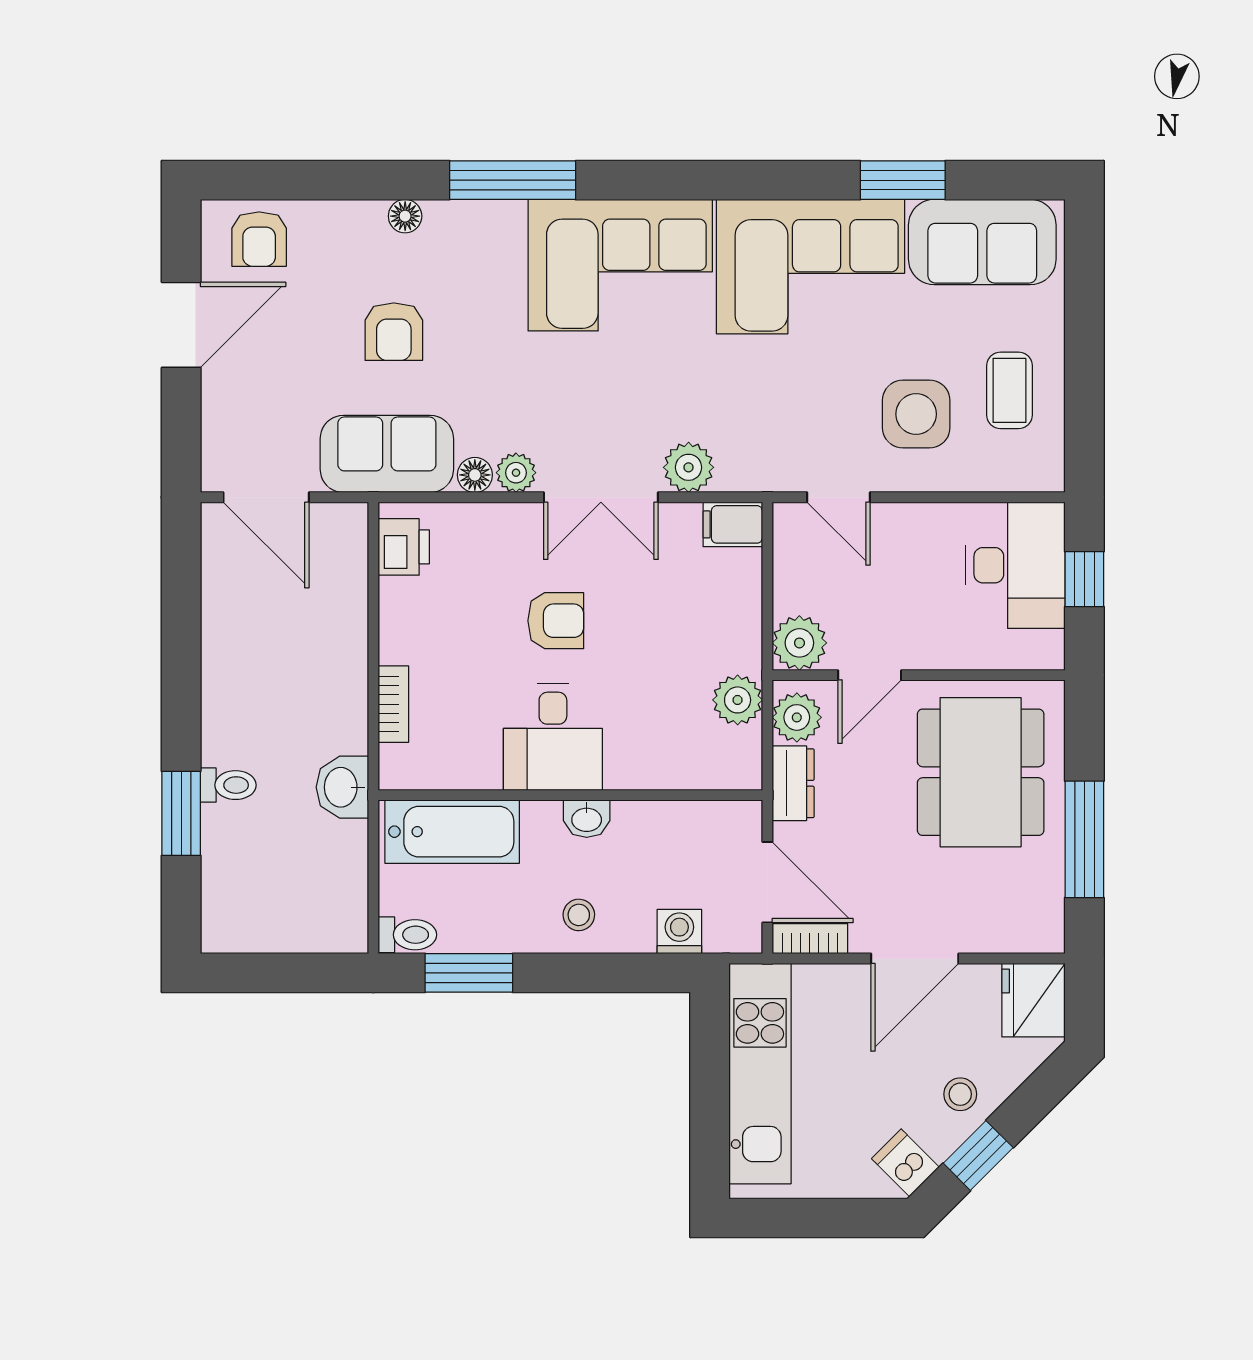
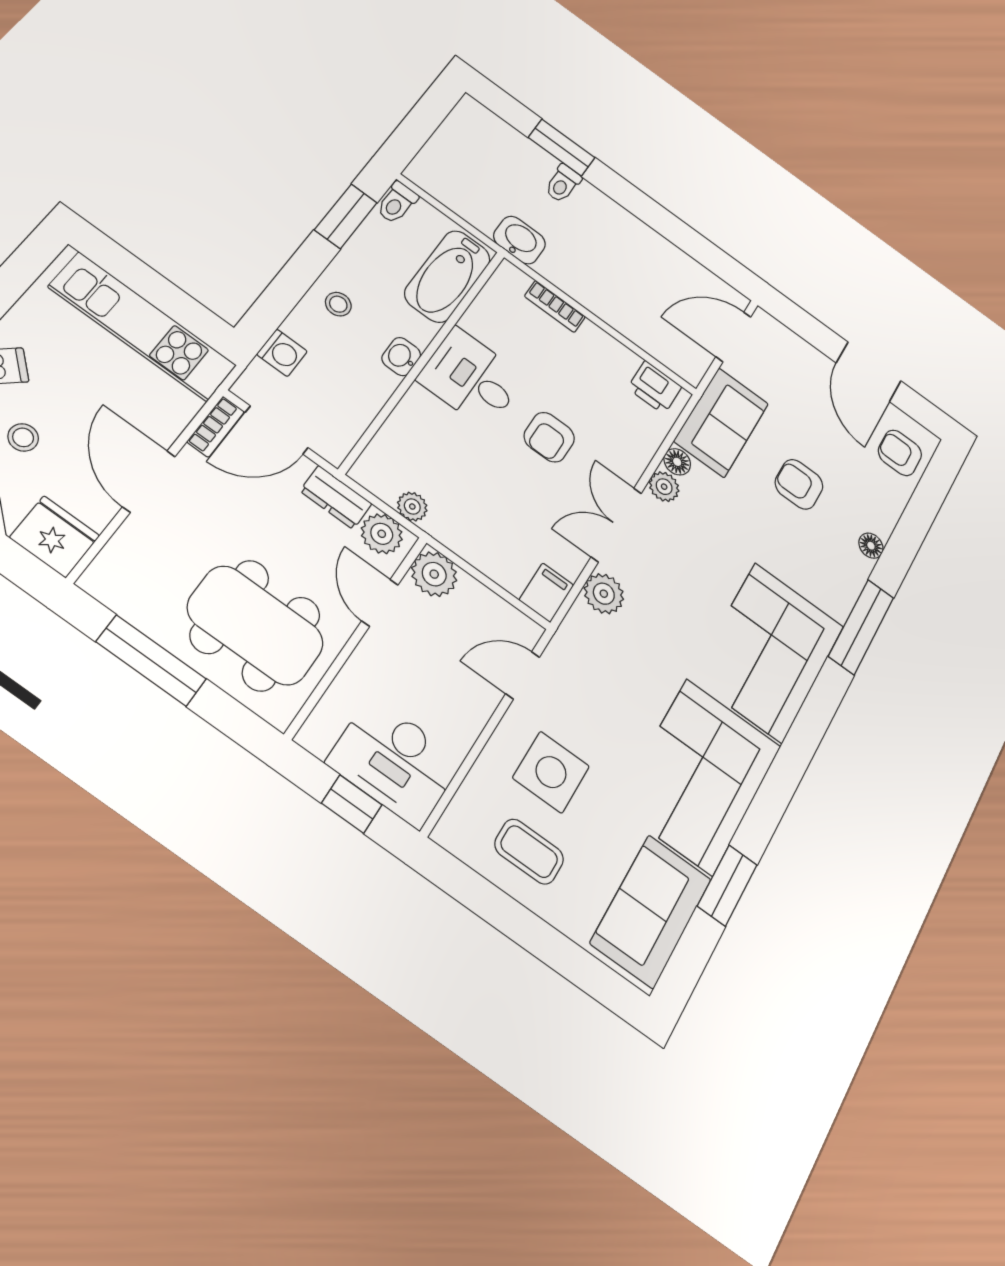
plant: (738, 700) -> (412, 507), width x0.73, depth x0.73

